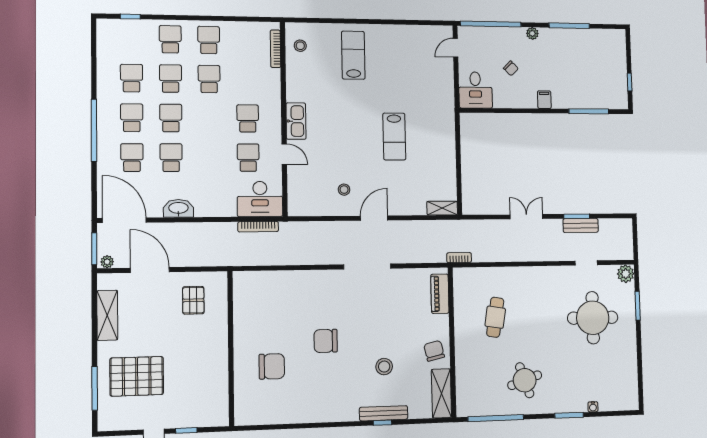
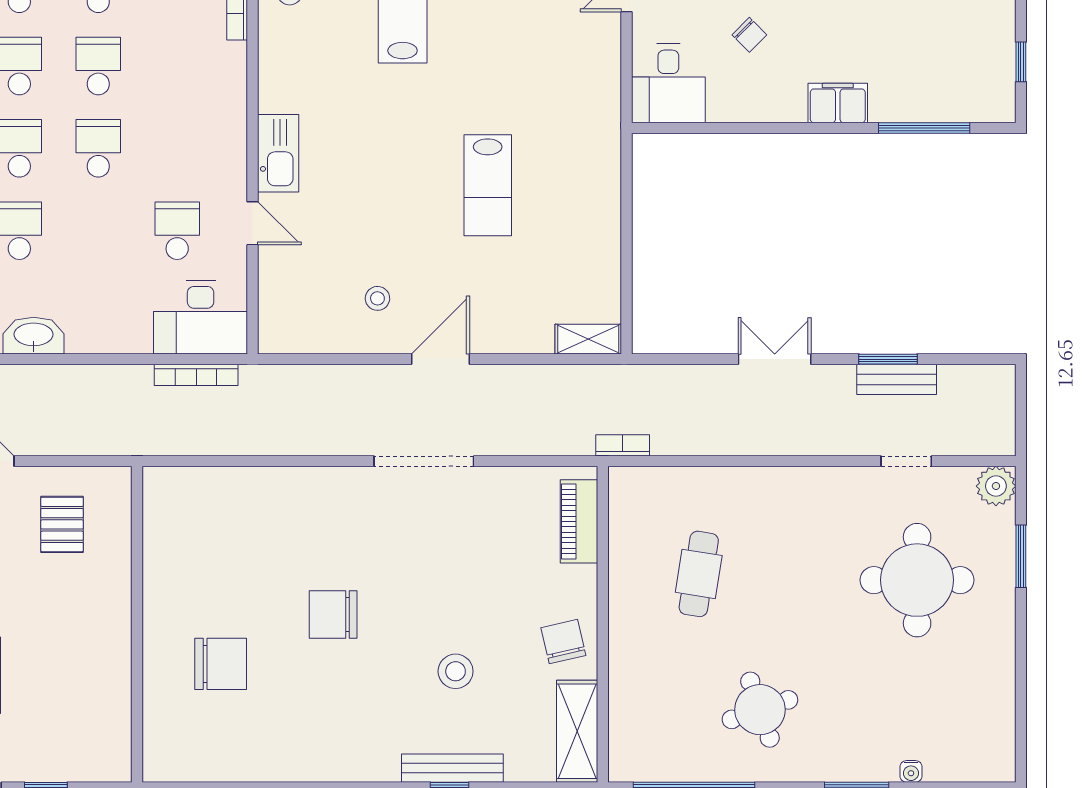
filing cabinet: (544, 100) -> (838, 103), width x2.00
school desk: (248, 118) -> (98, 148), moved

